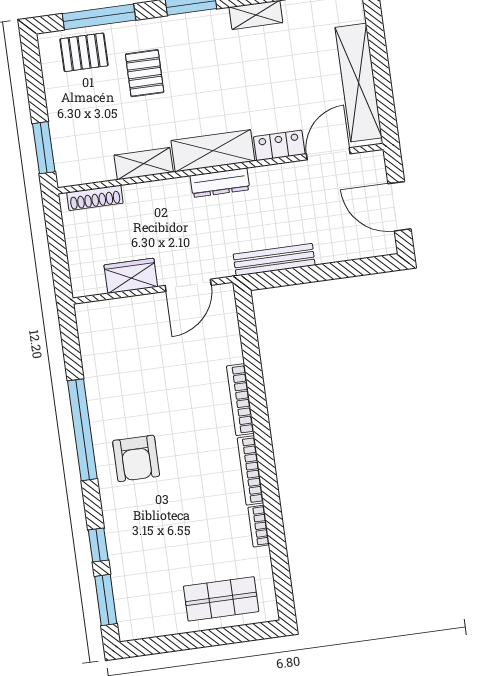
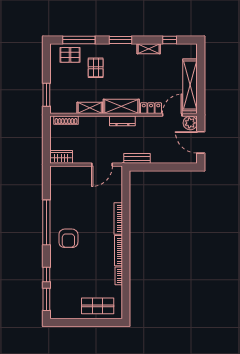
plant: (370, 166) -> (190, 123), added
bench: (274, 260) -> (137, 158), width x0.73
wardrobe: (131, 276) -> (61, 157), moved

